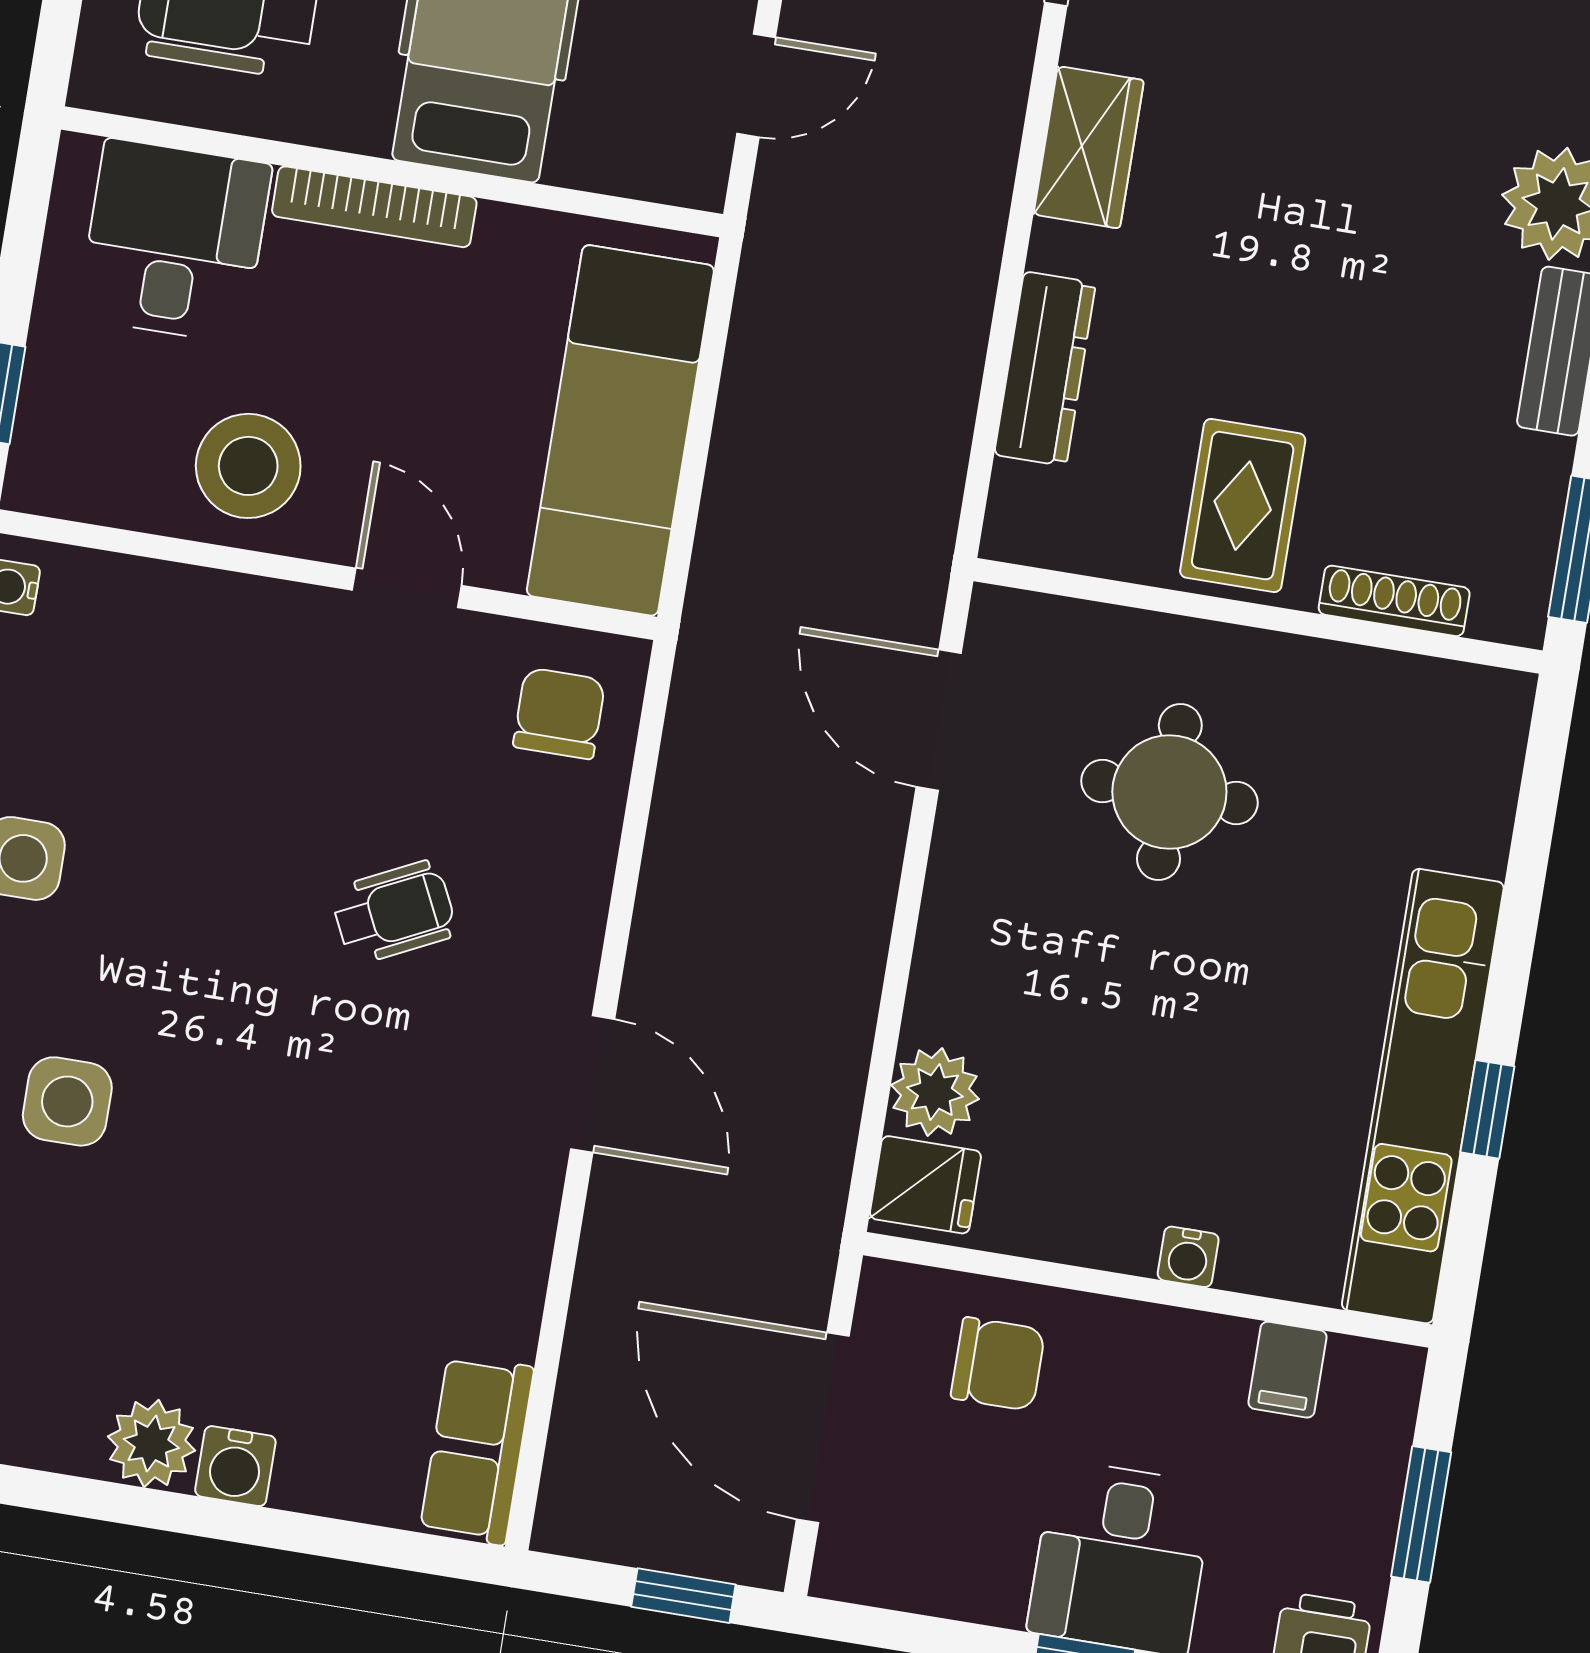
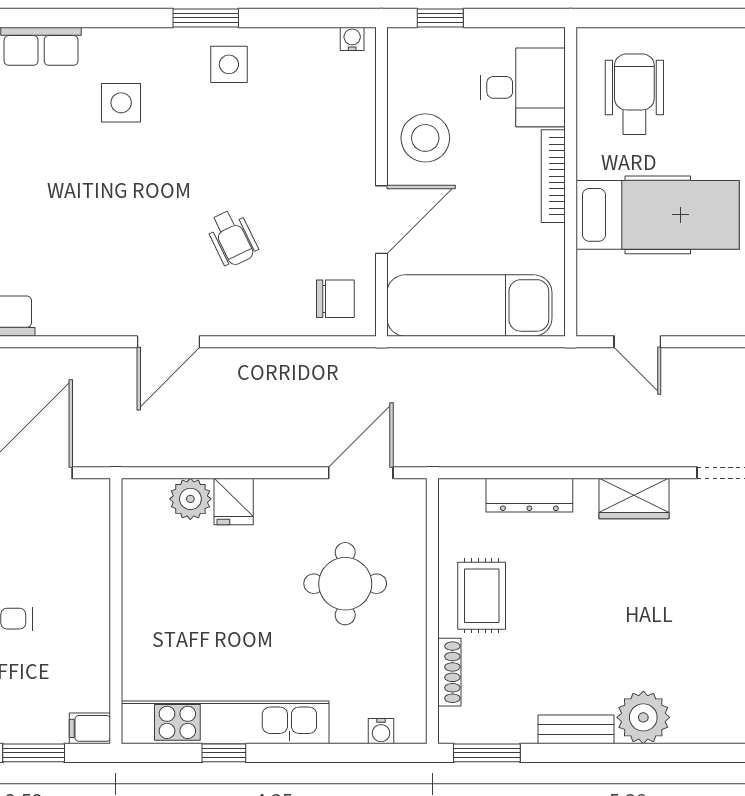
rug: (1243, 506) -> (482, 596), turned 90
door: (407, 588) -> (381, 220), width x1.38
fridge: (925, 1185) -> (234, 502), moved
water cooler: (1188, 1257) -> (381, 731), moved, turned -90
chair: (998, 1364) -> (71, 548), removed
filing cabinet: (1287, 1370) -> (90, 728), moved

